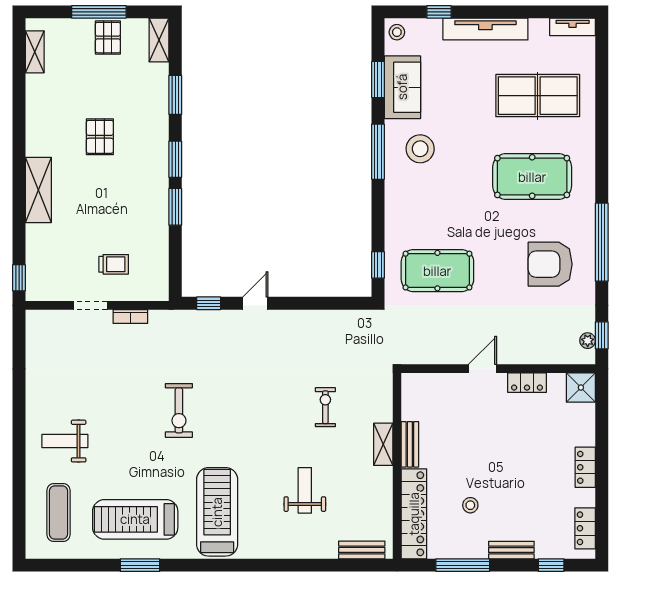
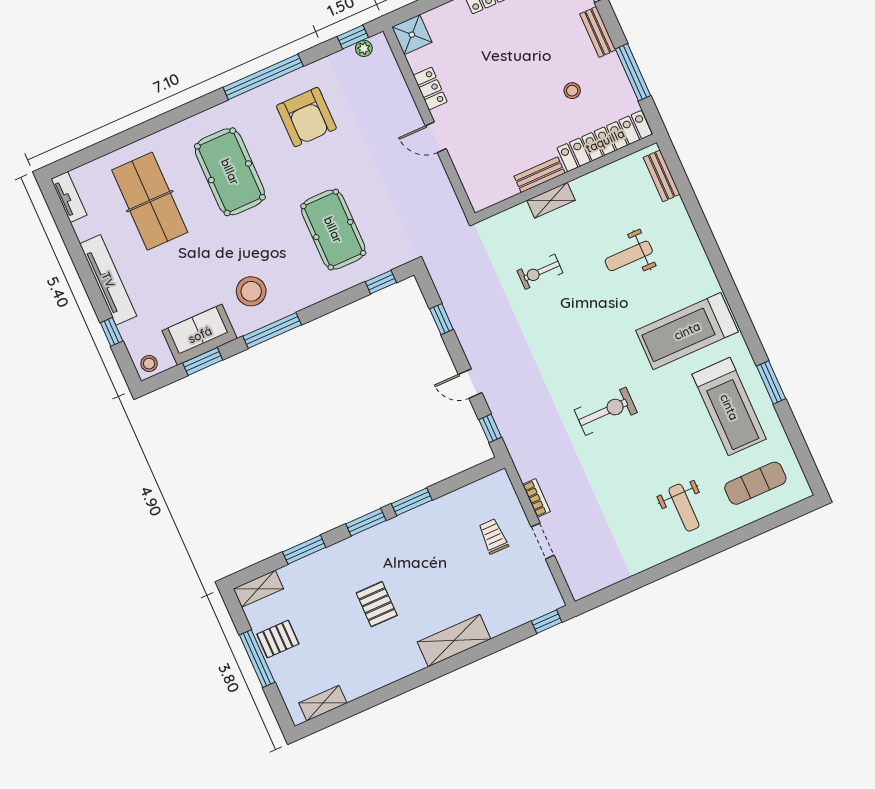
pallet: (100, 137) -> (377, 604), turned 90
pool table: (437, 271) -> (333, 230), moved
window: (322, 303) -> (441, 319), added

